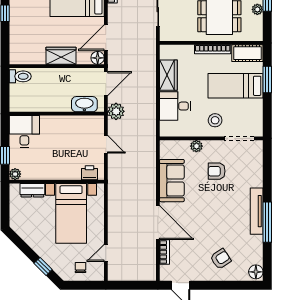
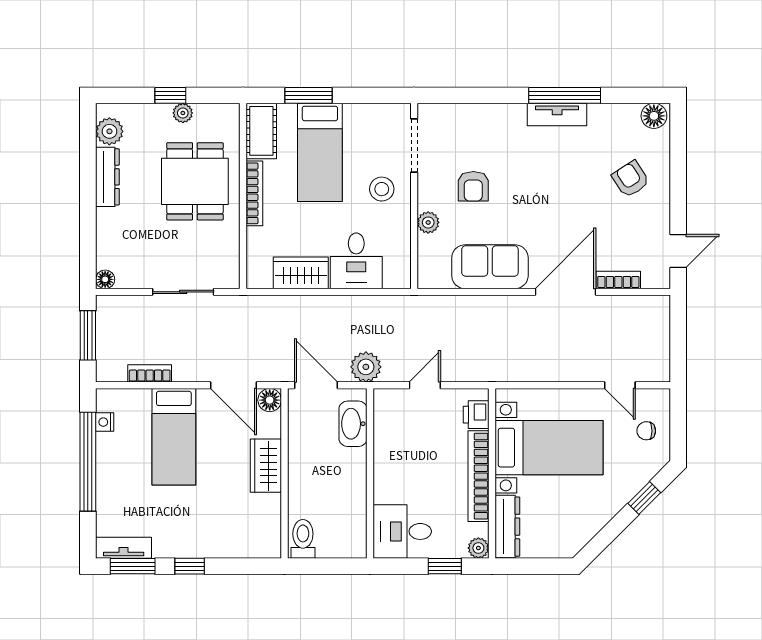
bookcase: (55, 174) -> (478, 476), added
dresser: (32, 190) -> (507, 527), width x1.44
tv unit: (257, 211) -> (557, 114), width x0.71

